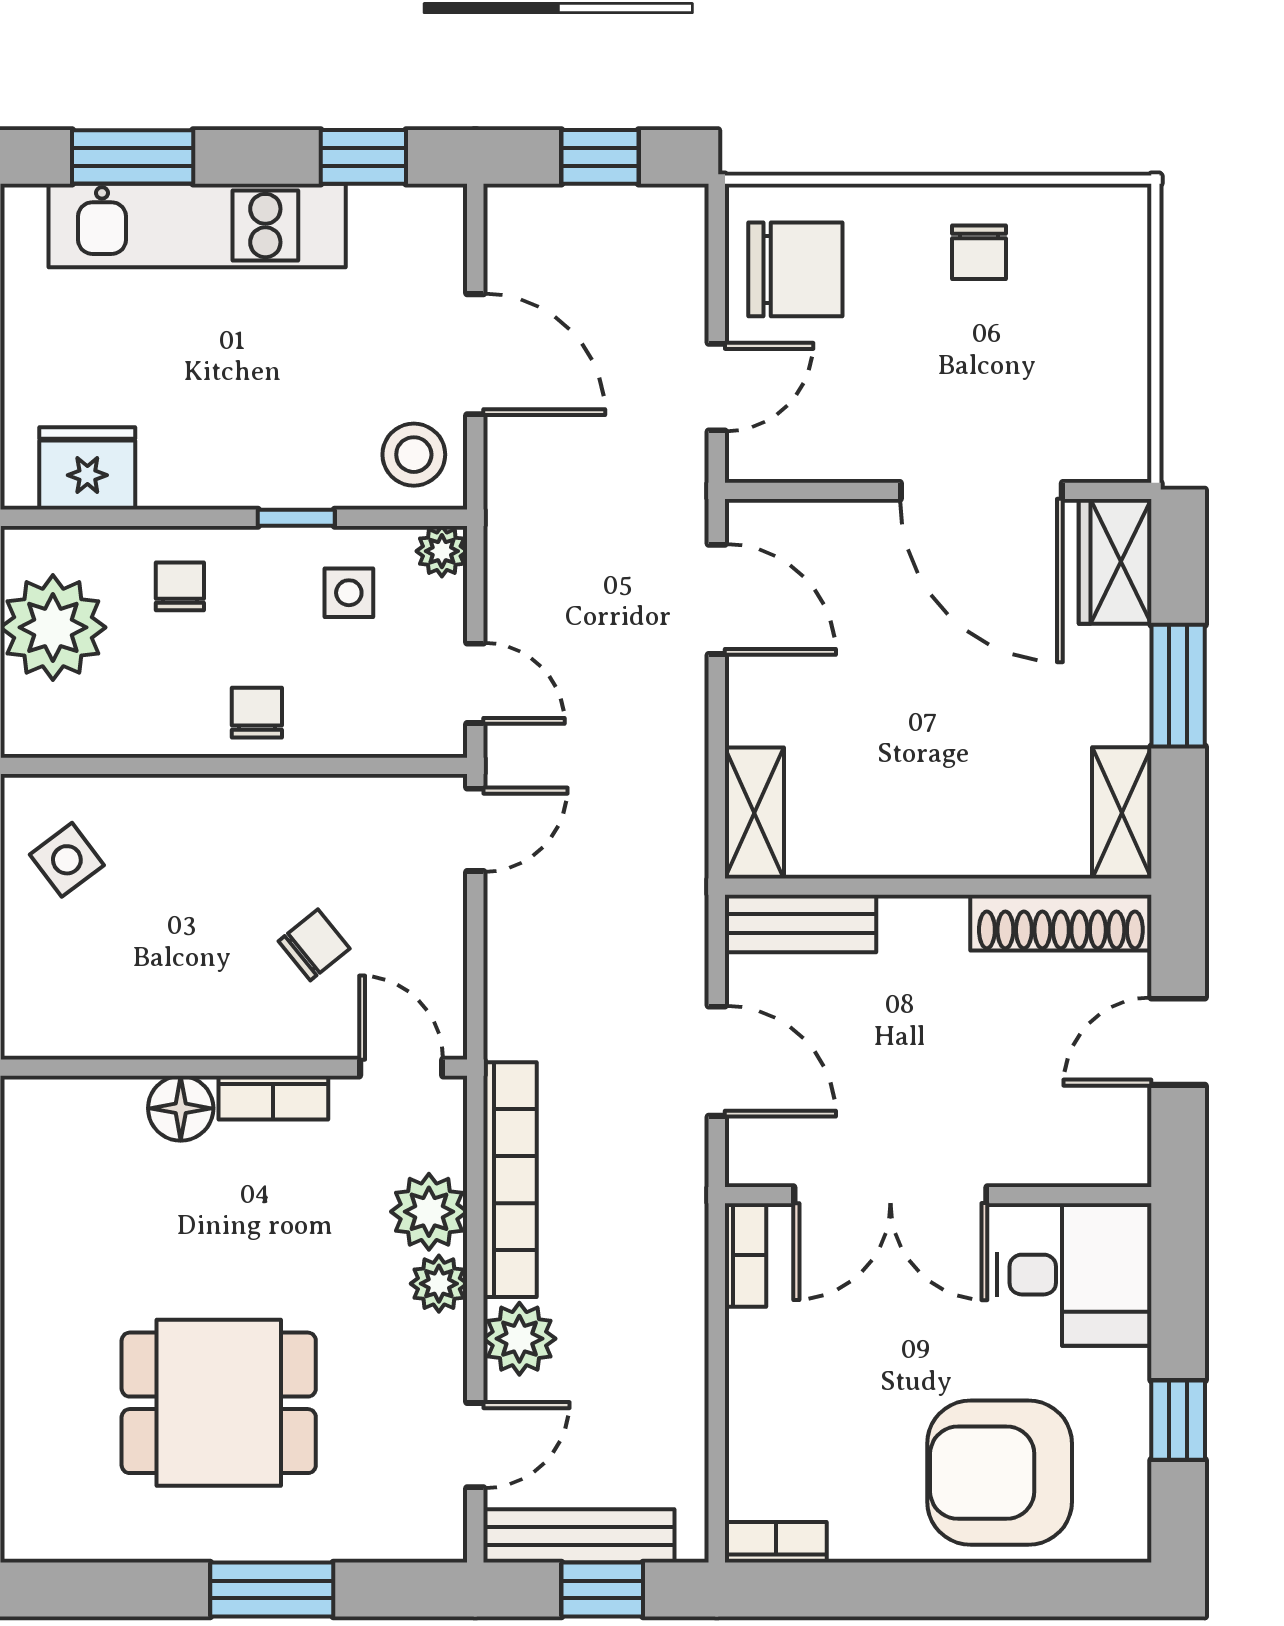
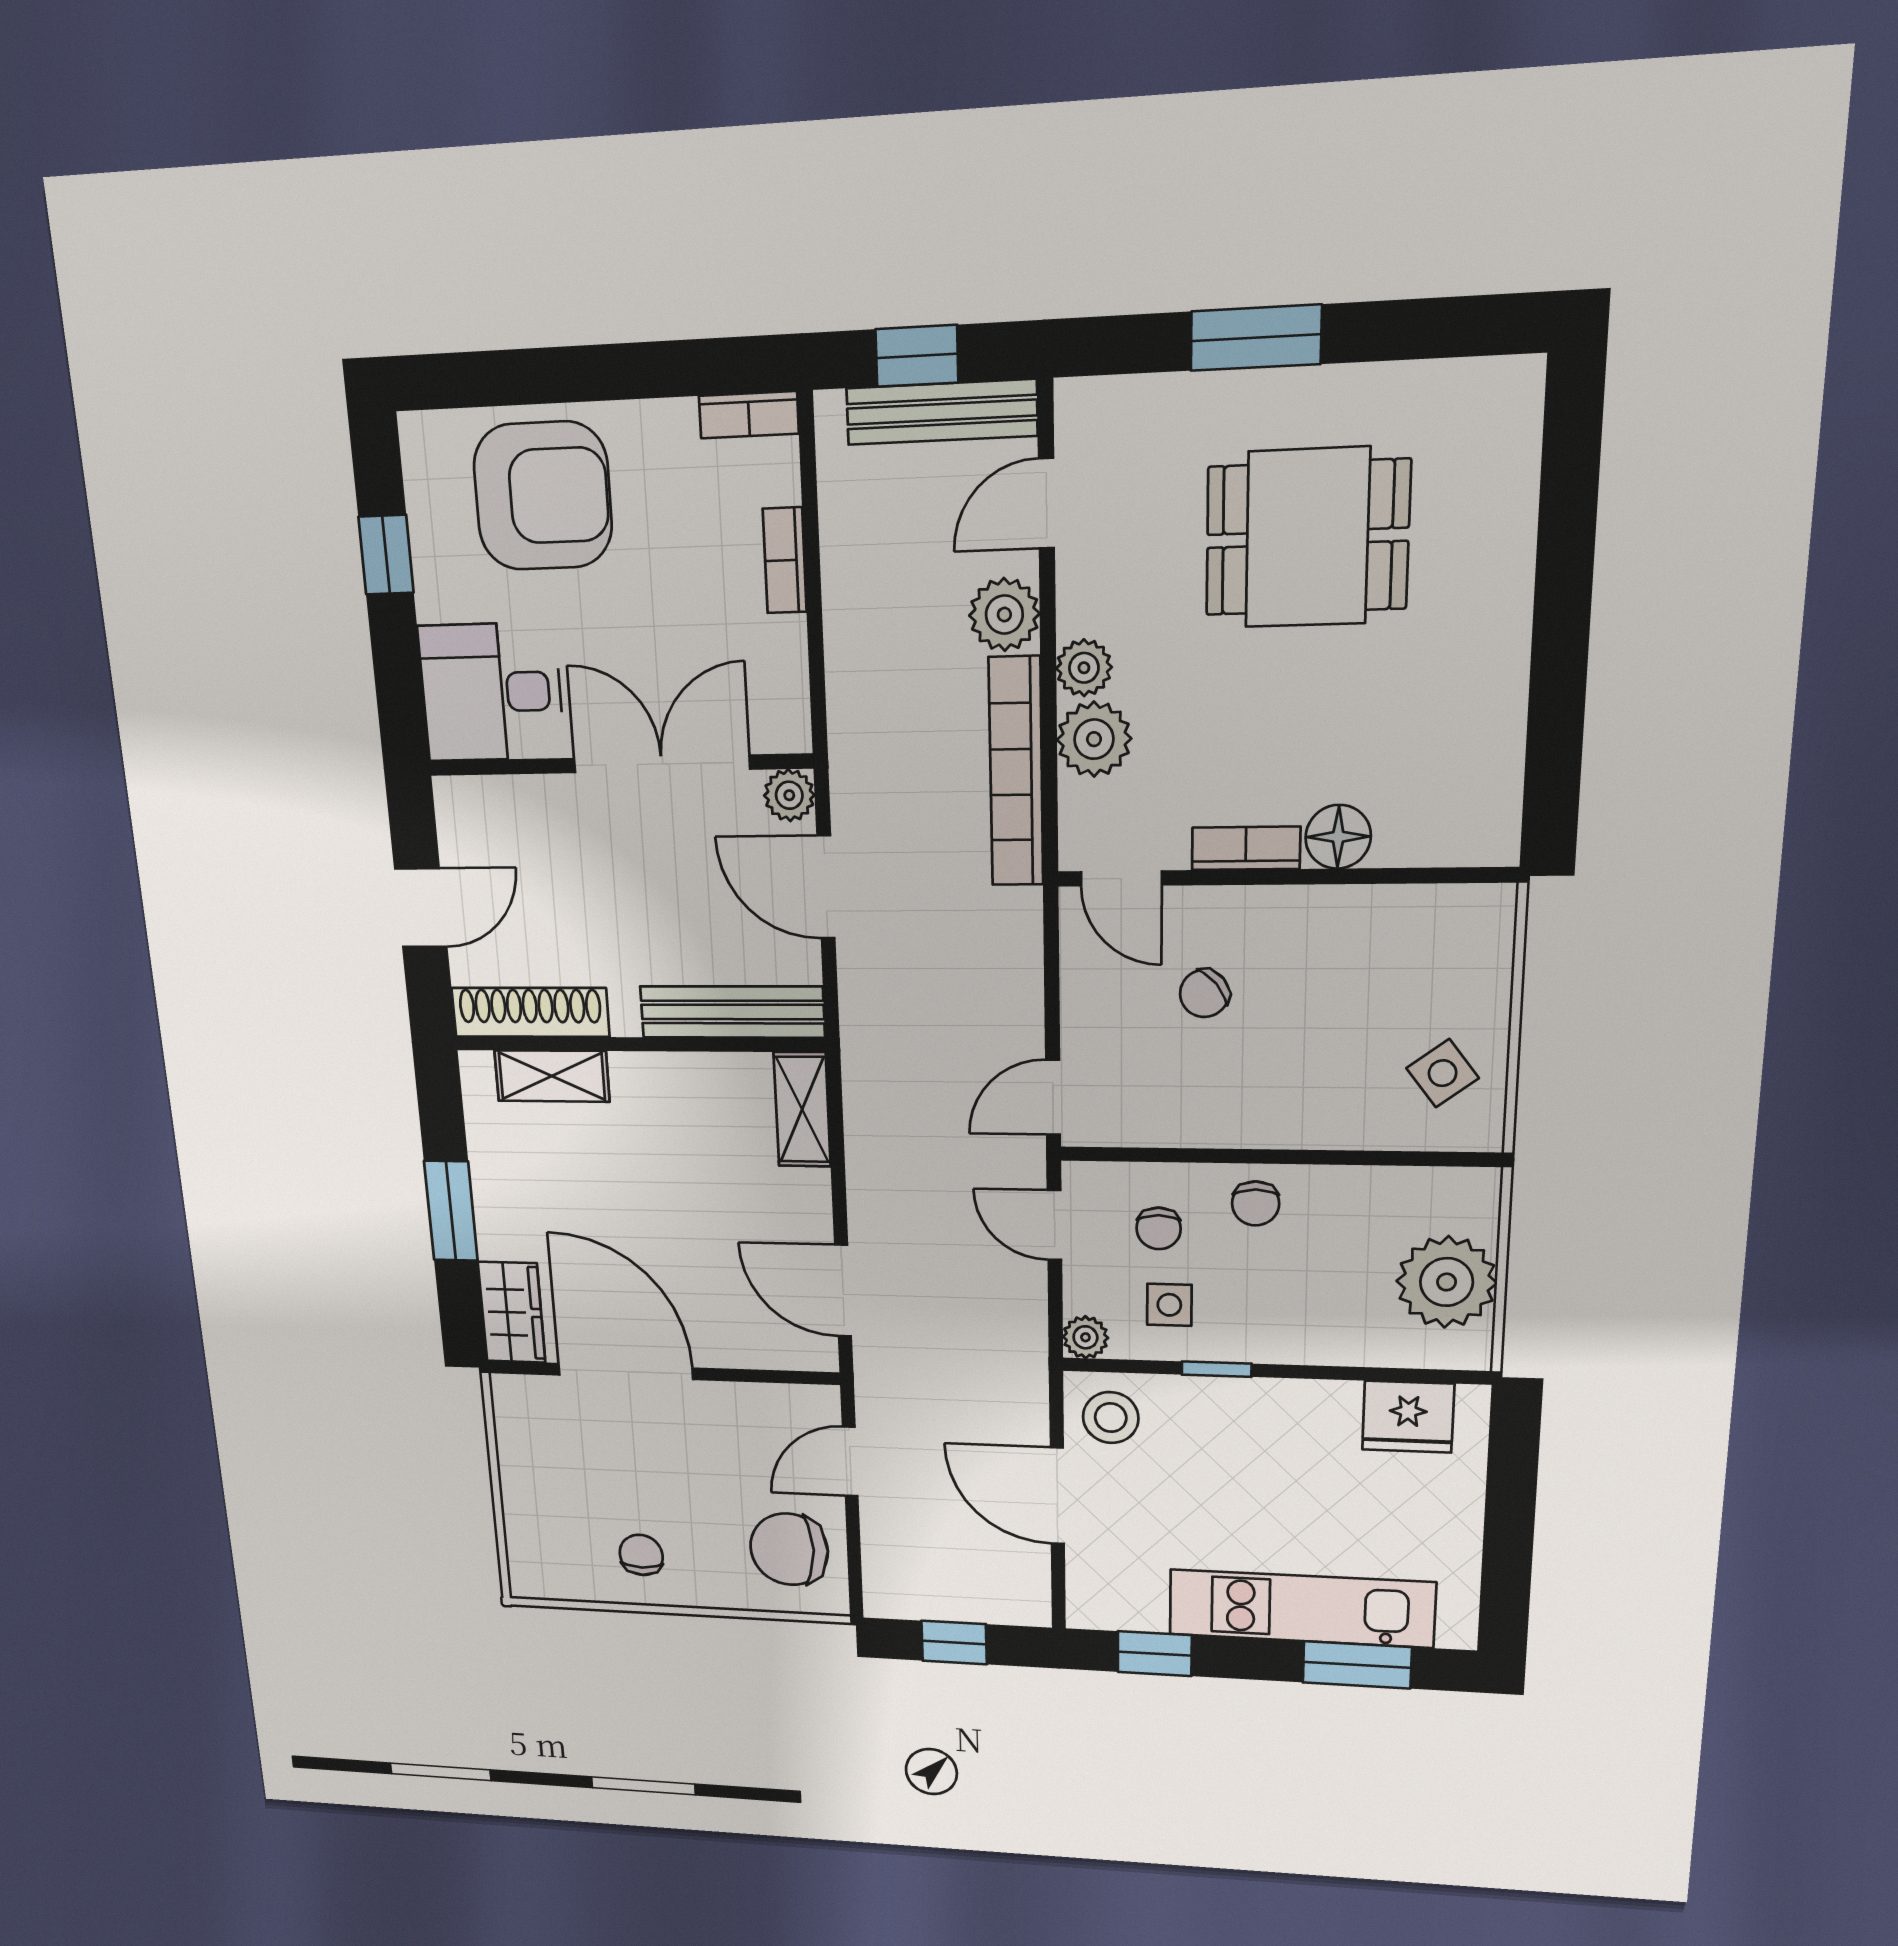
chair: (180, 586) -> (1159, 1228), moved
shelving: (1122, 813) -> (552, 1076), moved, turned 90
bench: (800, 924) -> (732, 1012), width x1.36
plant: (752, 1160) -> (789, 795), added
bookcase: (745, 1255) -> (785, 560), moved

